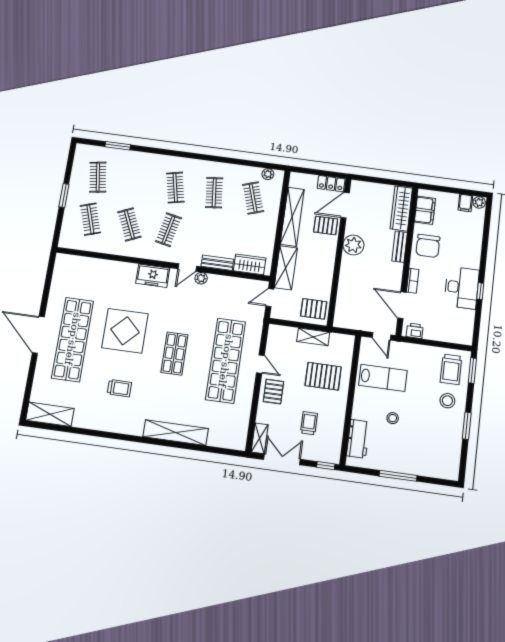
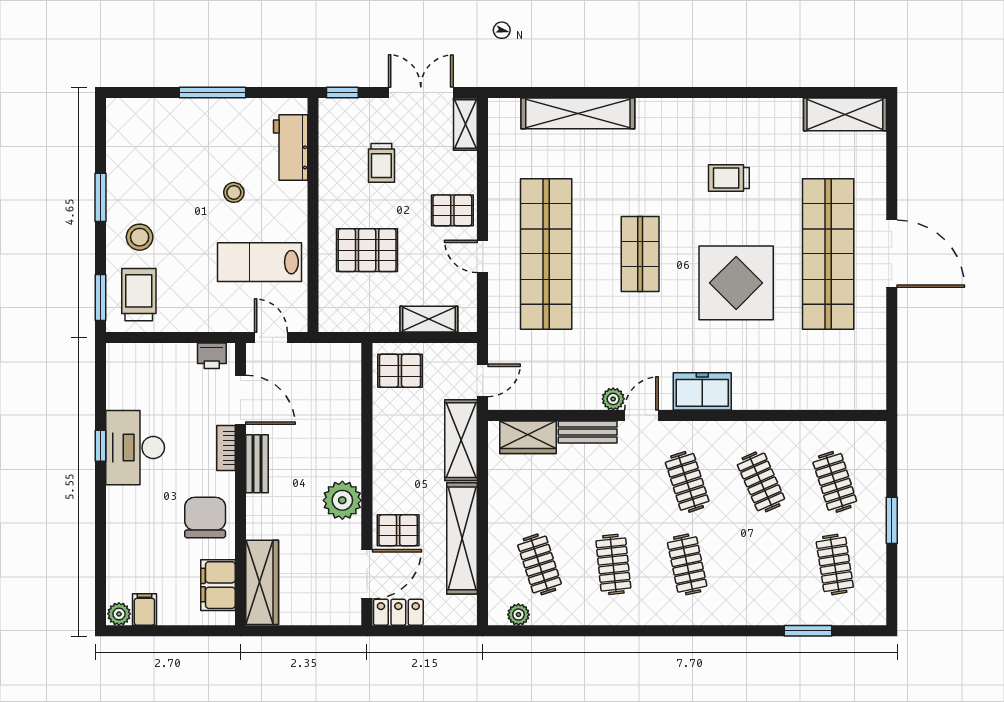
clothes rail: (168, 230) -> (687, 482), turned -30
bench: (400, 247) -> (257, 464), moved
shelving: (313, 337) -> (429, 319), moved
pallet: (273, 392) -> (452, 210), turned 90
shelving: (176, 433) -> (578, 113), moved
double door: (282, 459) -> (421, 93), swing flipped

